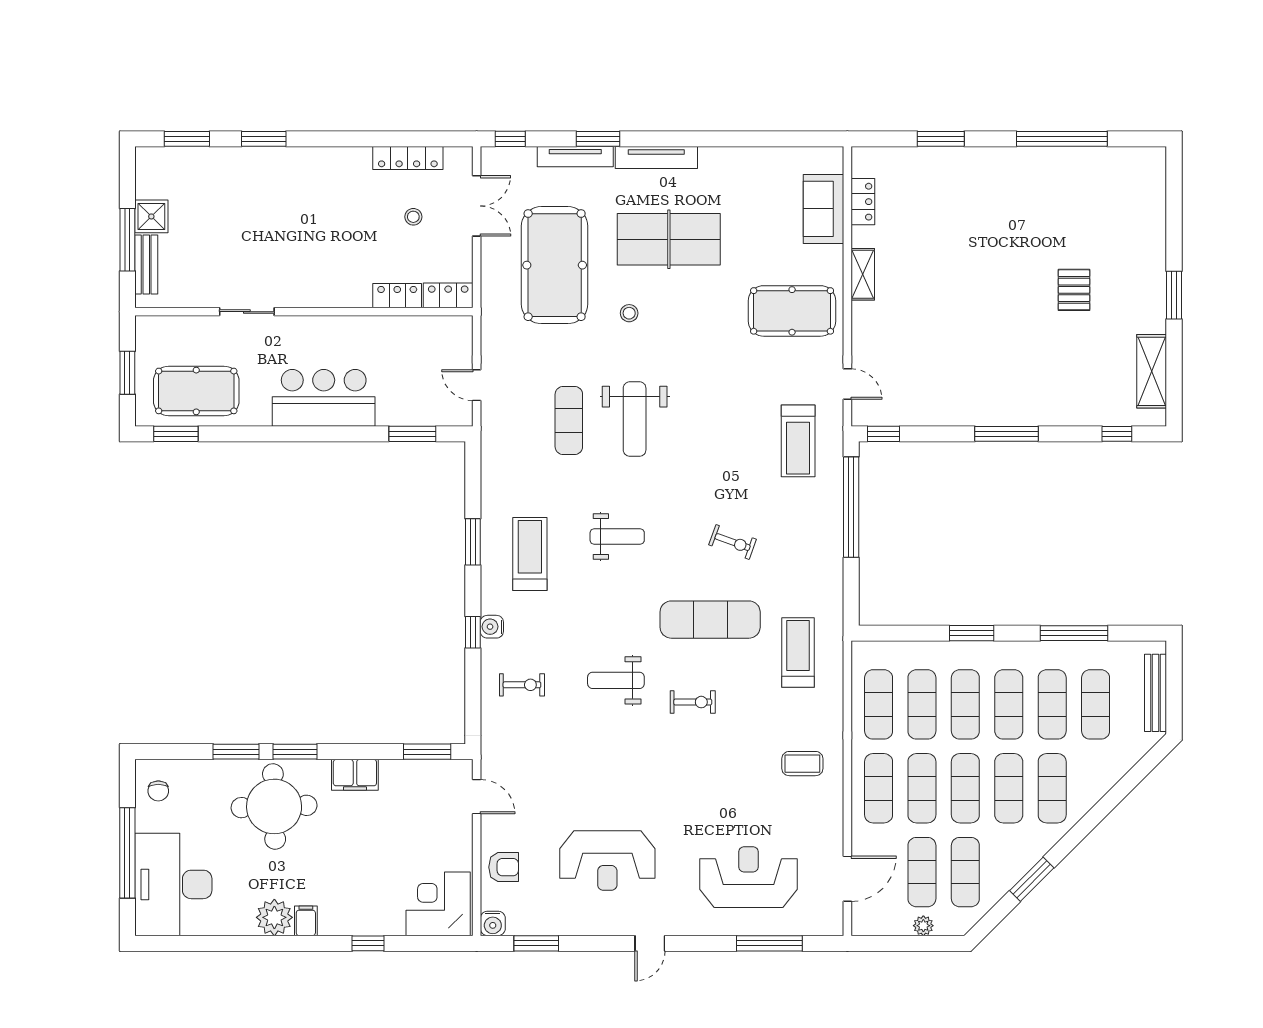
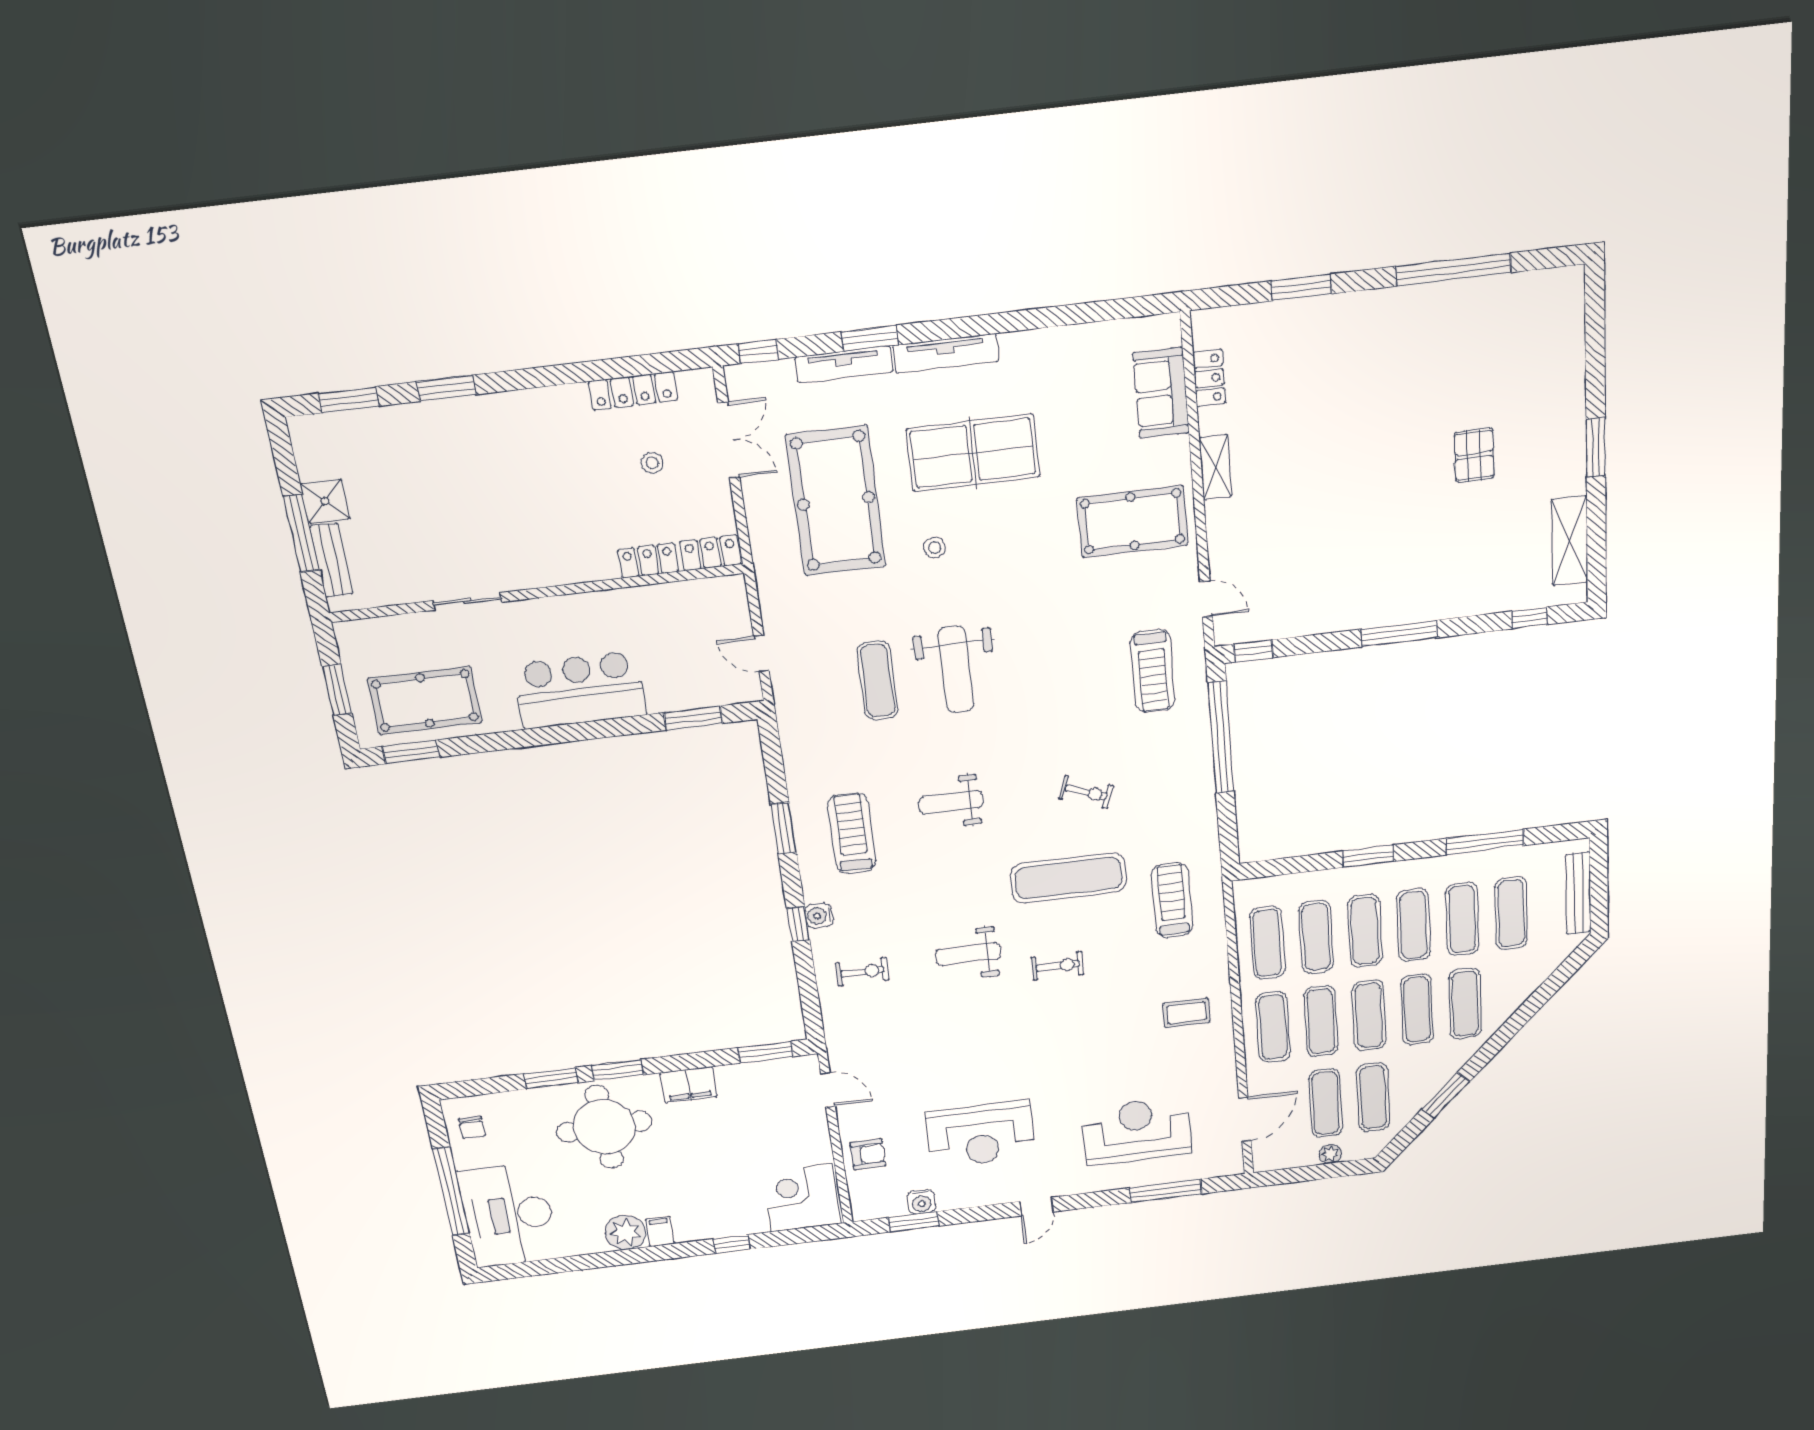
weight bench: (617, 537) -> (951, 802), turned 180
water cooler: (493, 923) -> (921, 1202), moved

